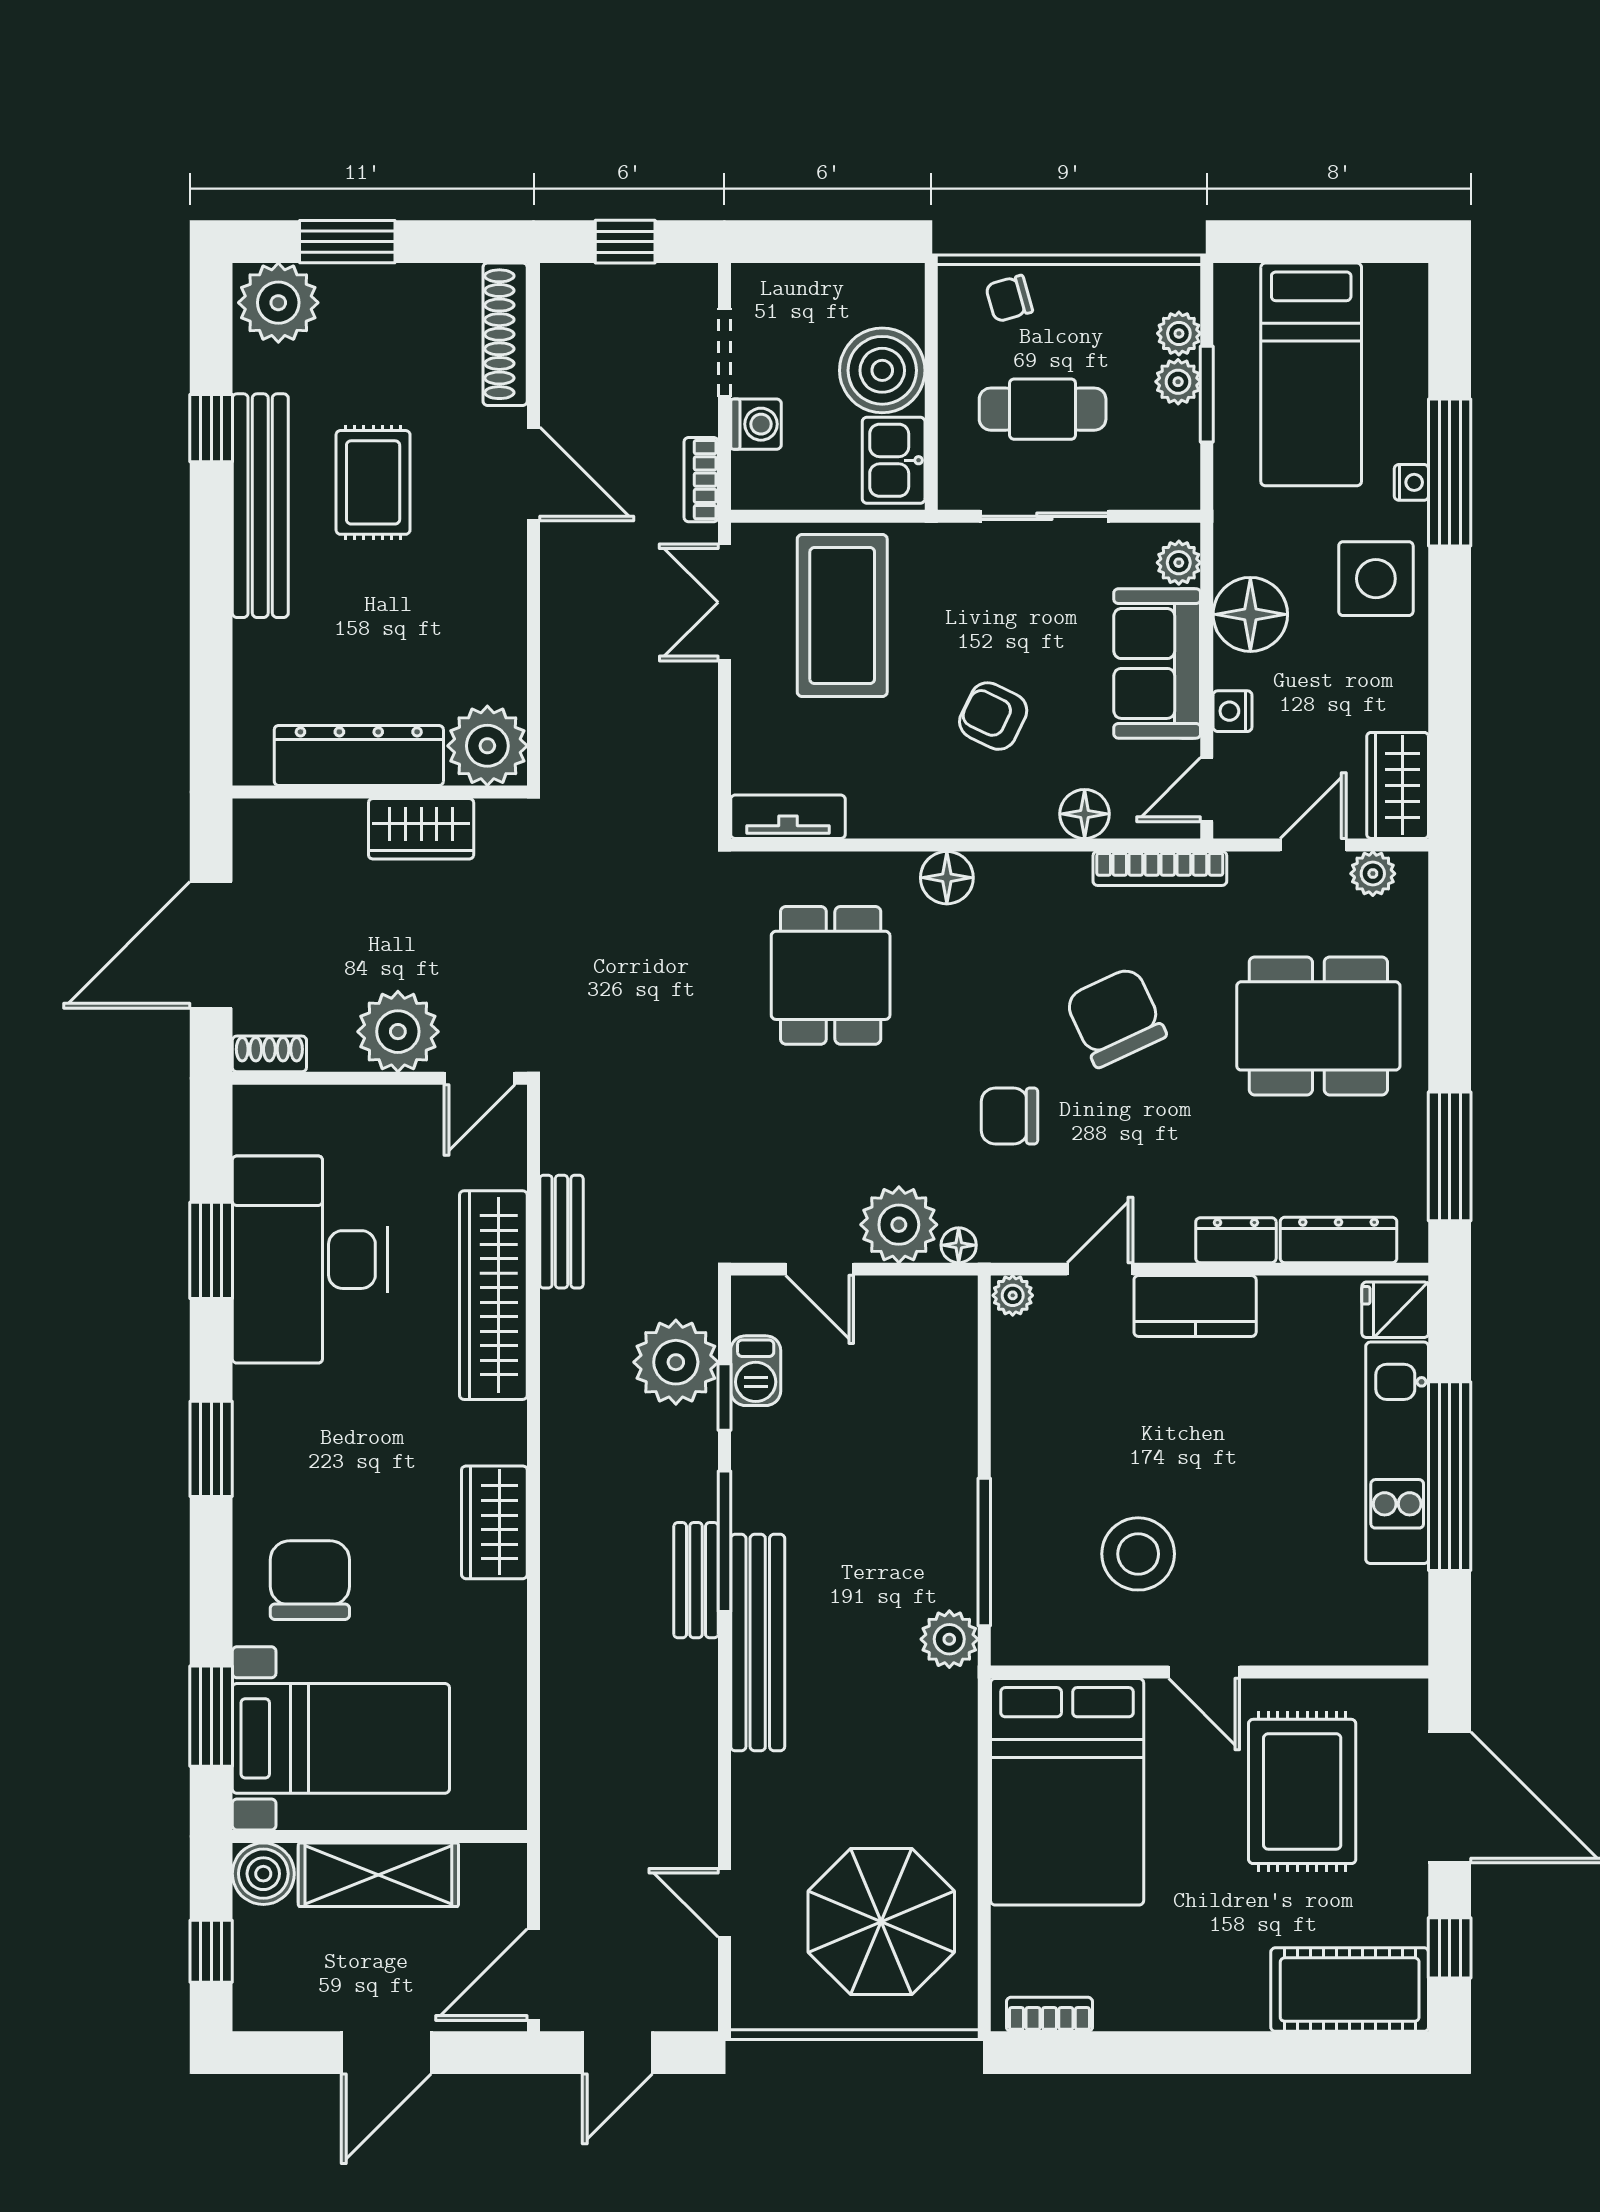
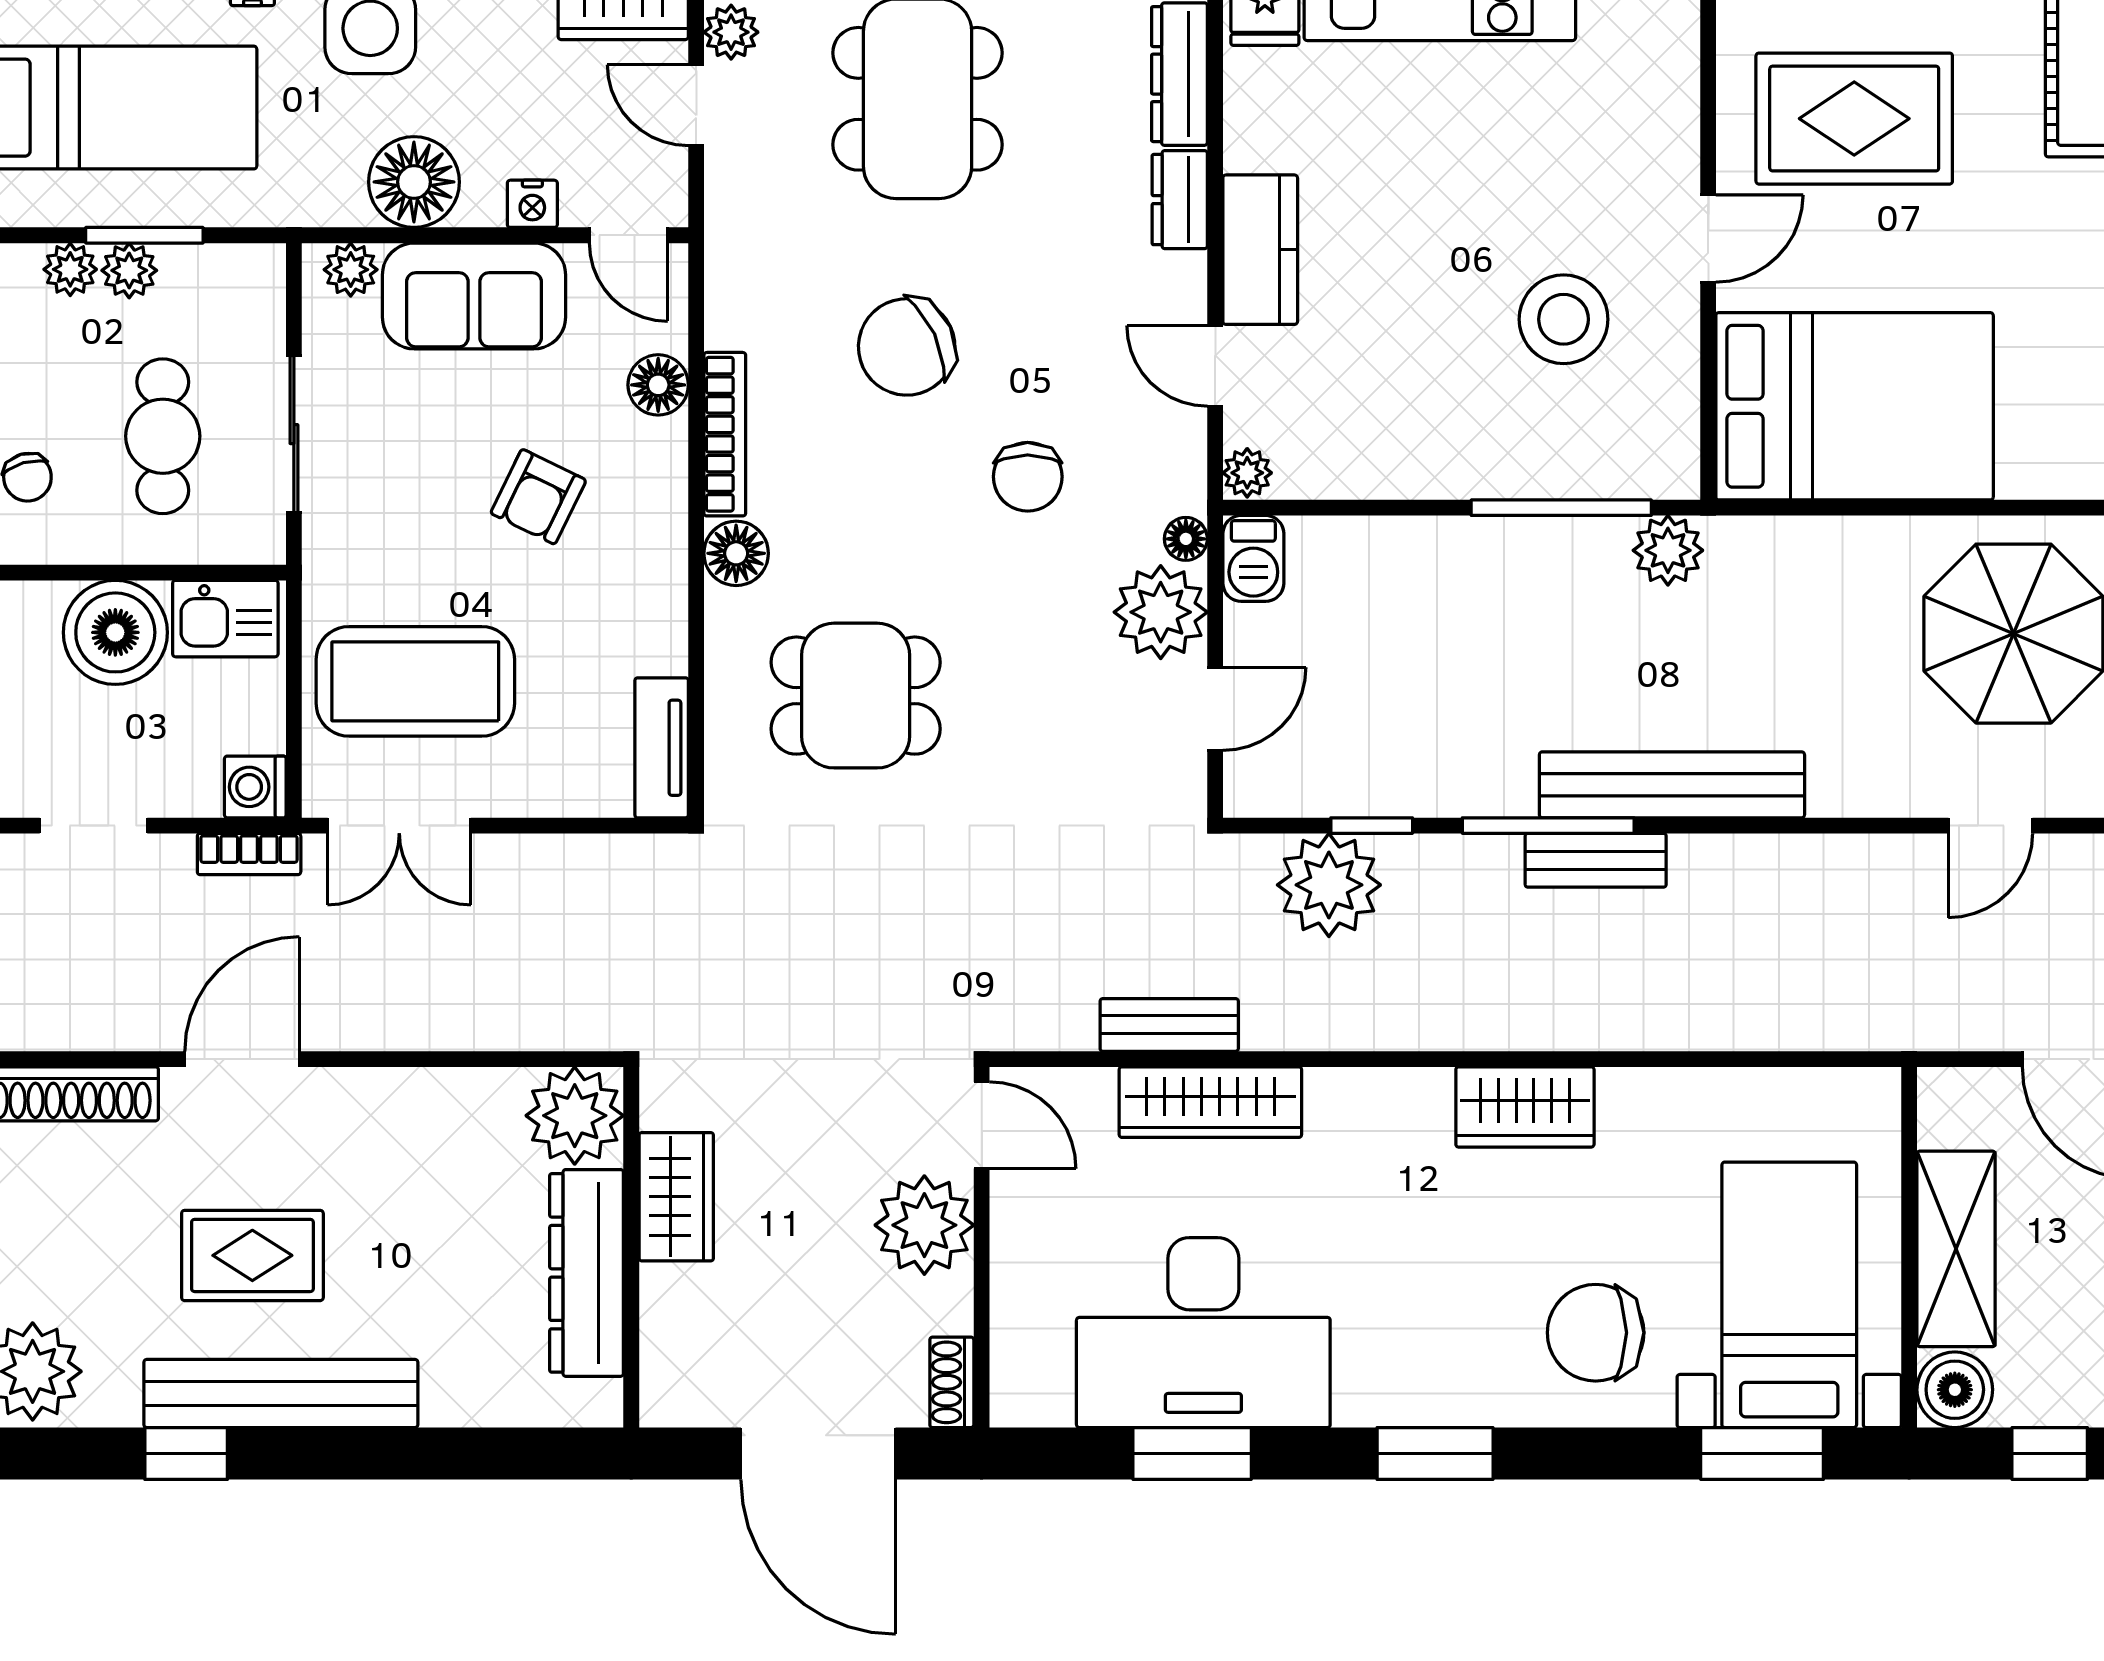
washing machine: (756, 424) -> (255, 787), moved, turned -90
bookcase: (1160, 868) -> (725, 434), moved
wardrobe: (493, 1295) -> (1210, 1102), width x0.71, depth x0.85
barbecue: (756, 1371) -> (1253, 558), moved, turned 90

